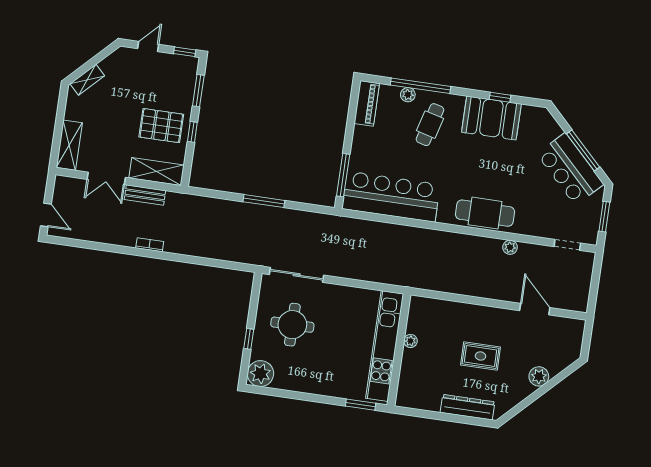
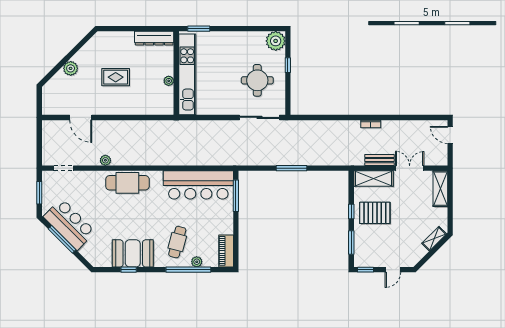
dresser: (468, 407) -> (154, 38), moved

